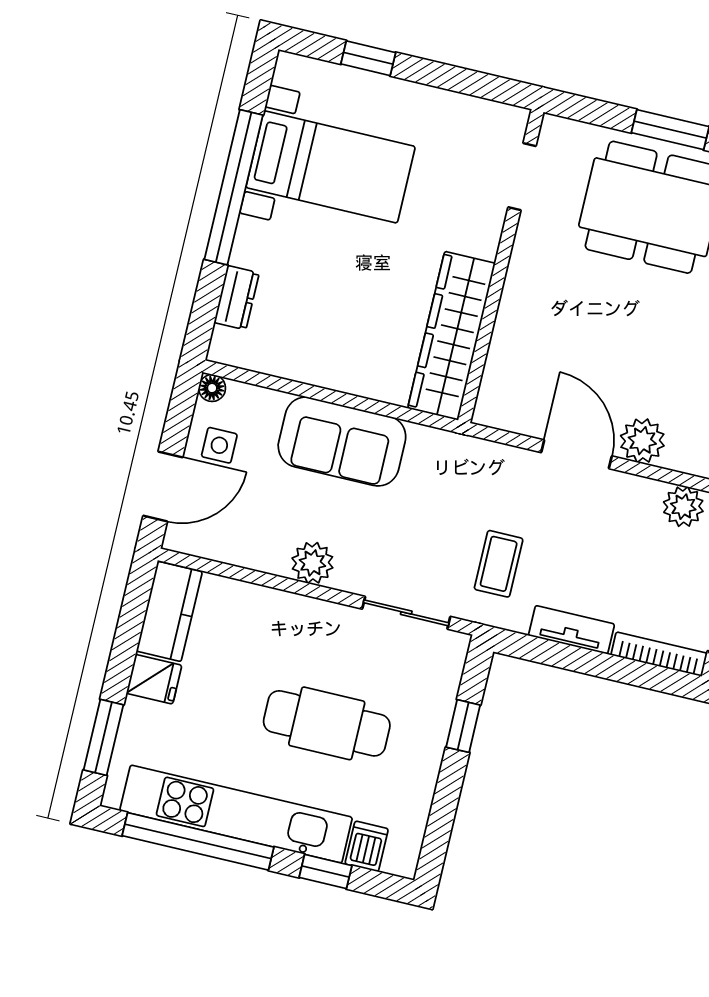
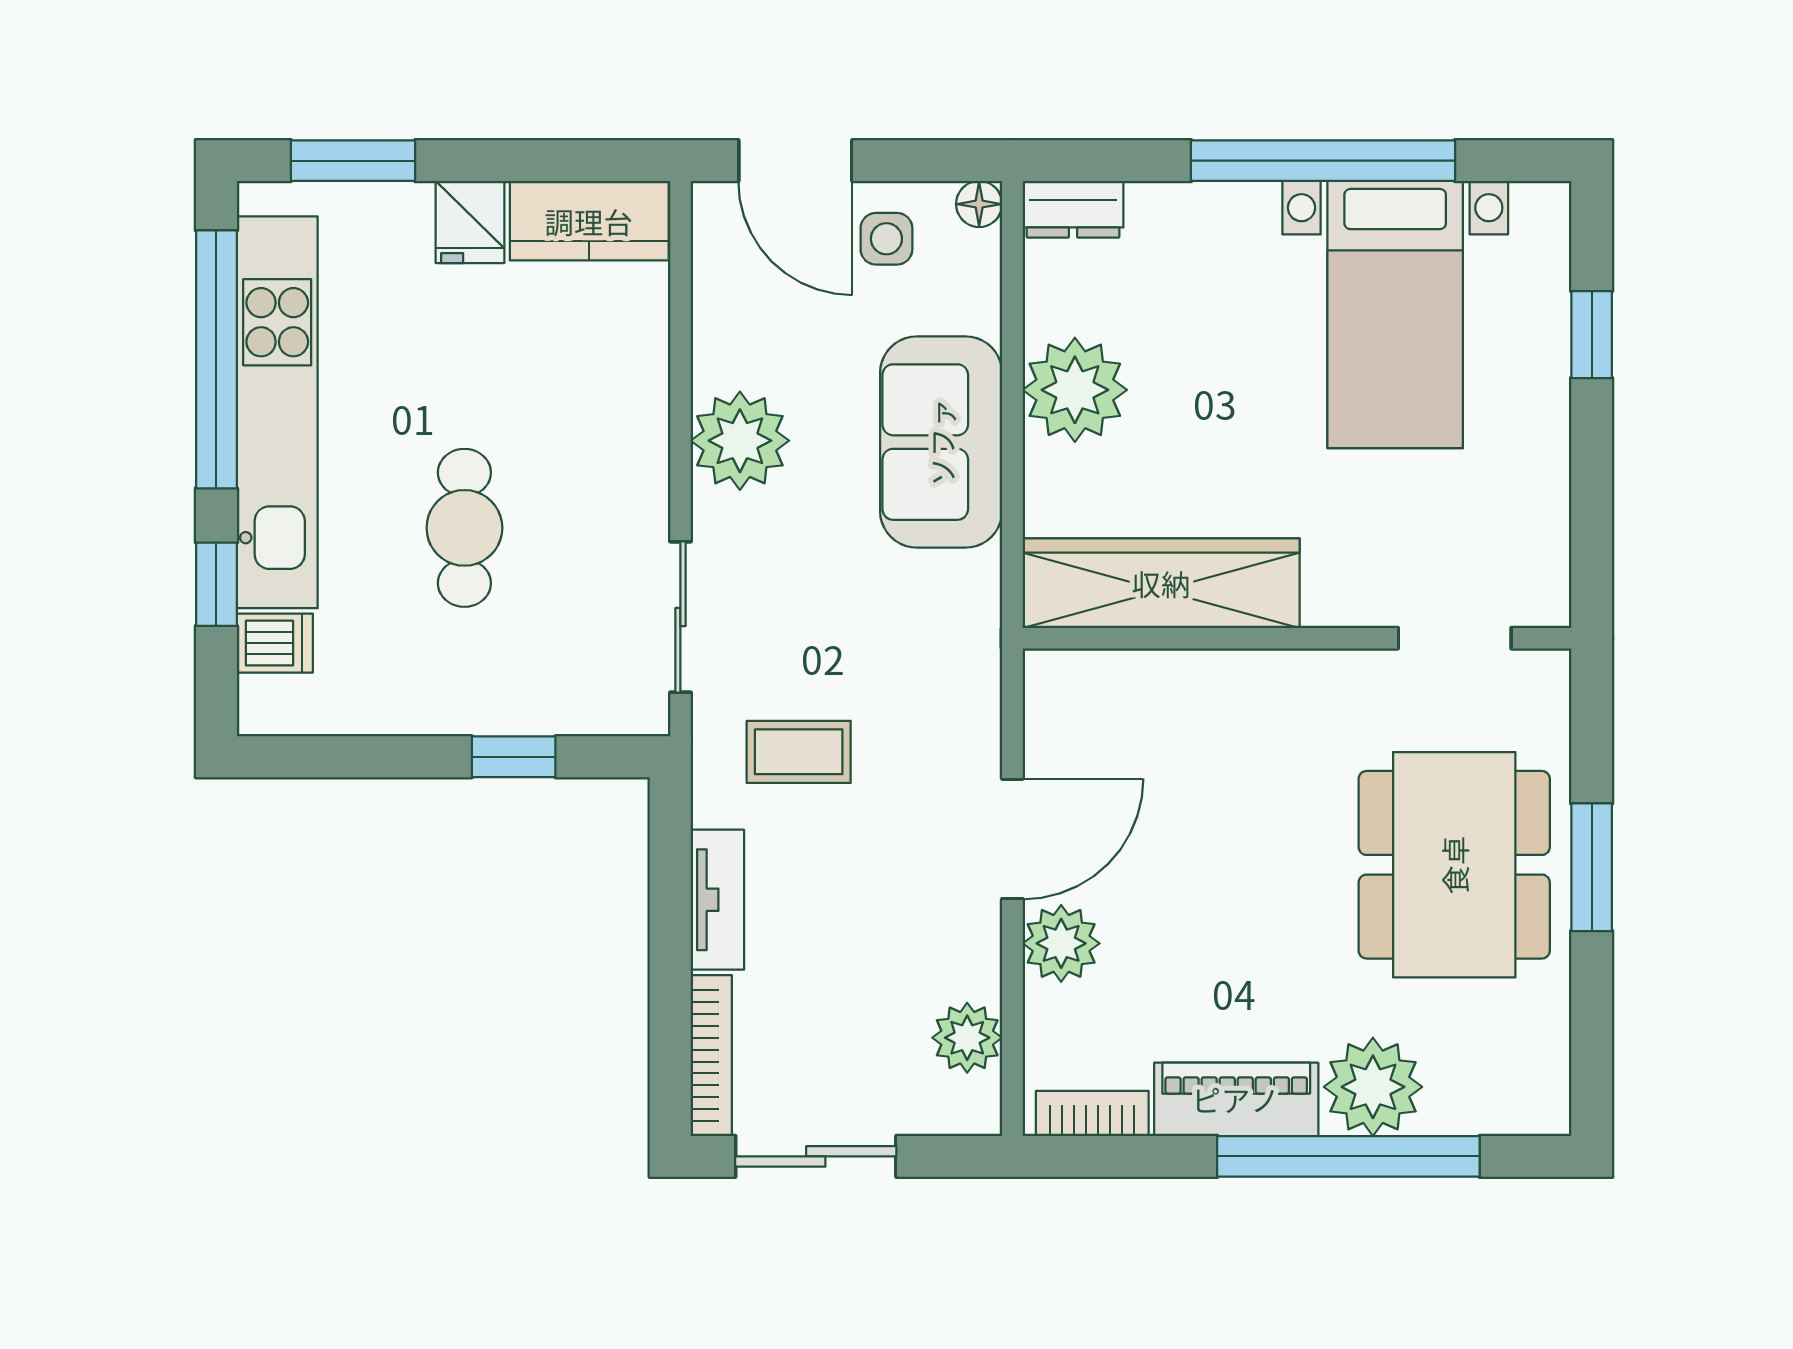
dresser: (237, 298) -> (1073, 209), moved
plant: (330, 359) -> (1075, 390), added
plant: (312, 563) -> (740, 441), width x1.36, depth x1.36
cafe table: (327, 723) -> (464, 528), width x0.73, depth x0.74

